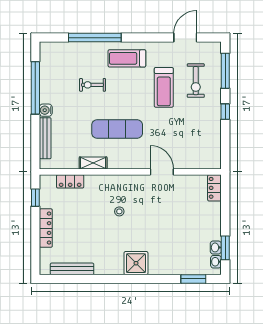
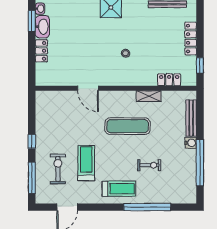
locker: (214, 188) -> (41, 51), moved
washbasin: (216, 247) -> (42, 27), width x1.91, depth x1.45

